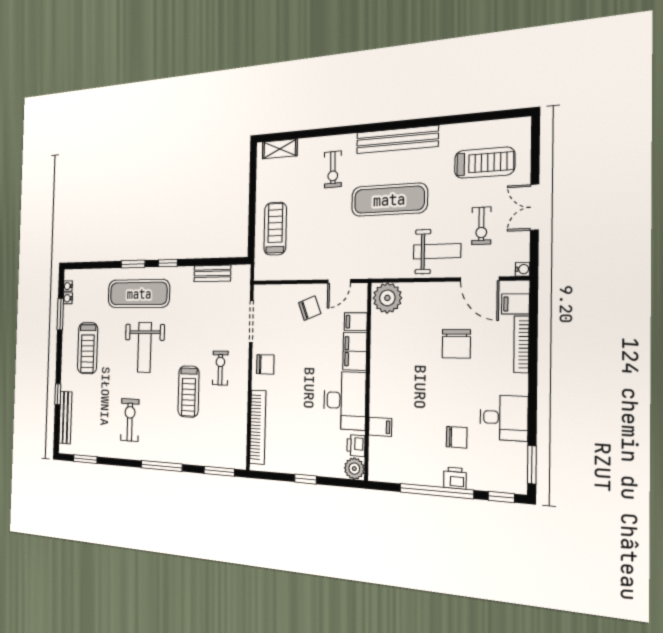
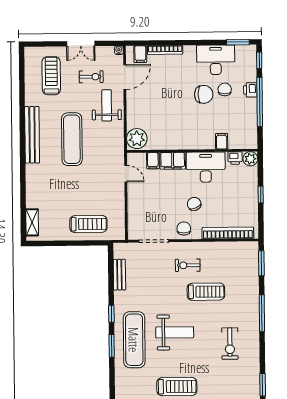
exercise bike: (333, 169) -> (49, 181), removed
treadmill: (275, 229) -> (88, 224), turned 180
chair: (310, 308) -> (194, 204), moved
chair: (456, 344) -> (204, 94), moved
desk: (504, 418) -> (216, 60), width x1.37
exercise bike: (130, 420) -> (230, 344), turned -90

